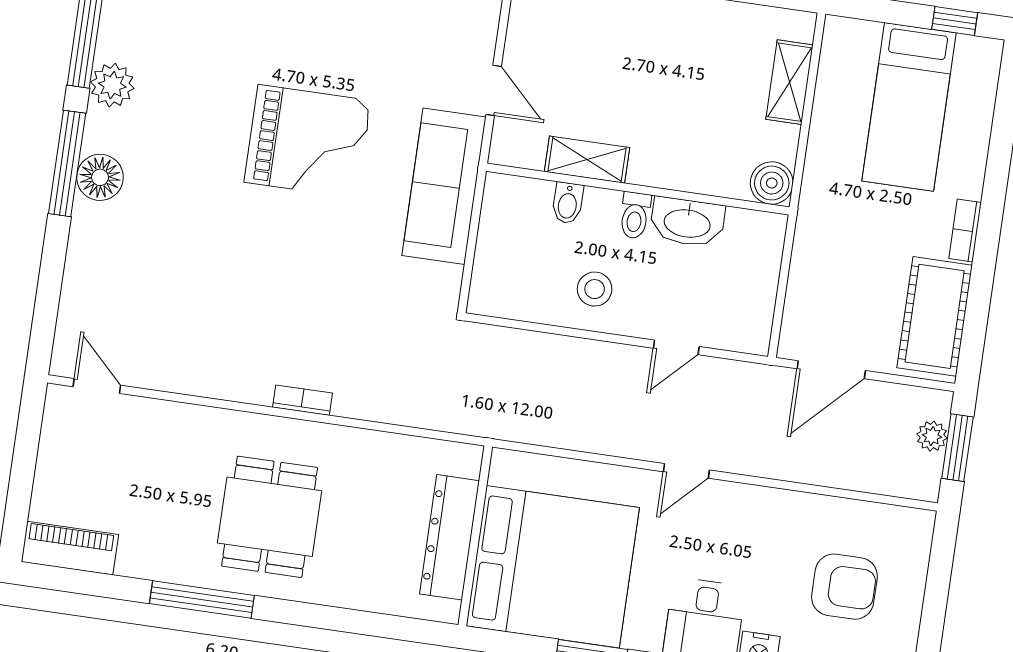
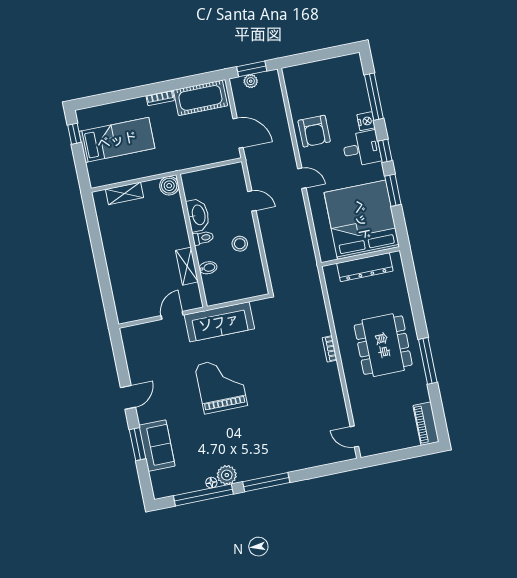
floor lamp: (100, 177) -> (211, 483), moved, width x0.53, depth x0.53
door: (97, 386) -> (354, 437), hinge flipped
dining table: (270, 517) -> (383, 345), width x1.38
armchair: (844, 587) -> (314, 131), moved, turned 180

